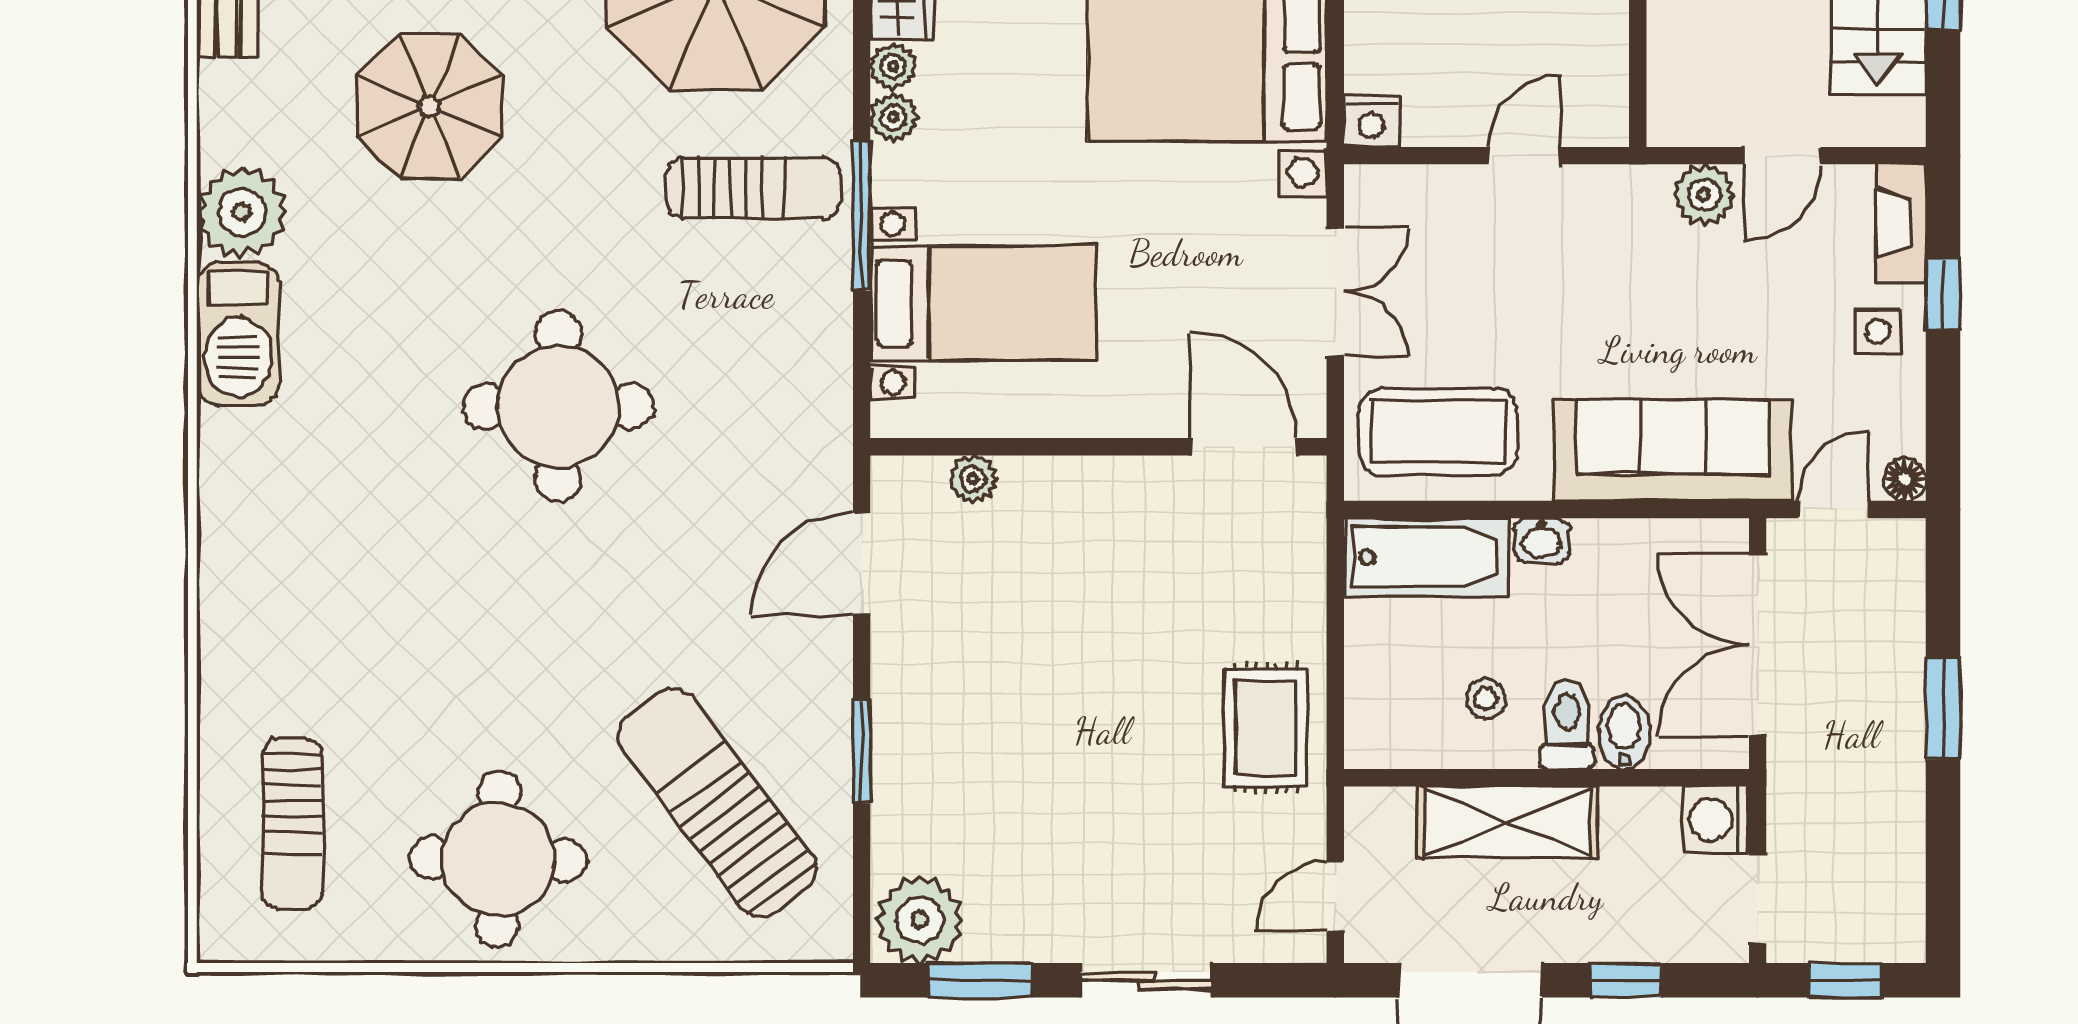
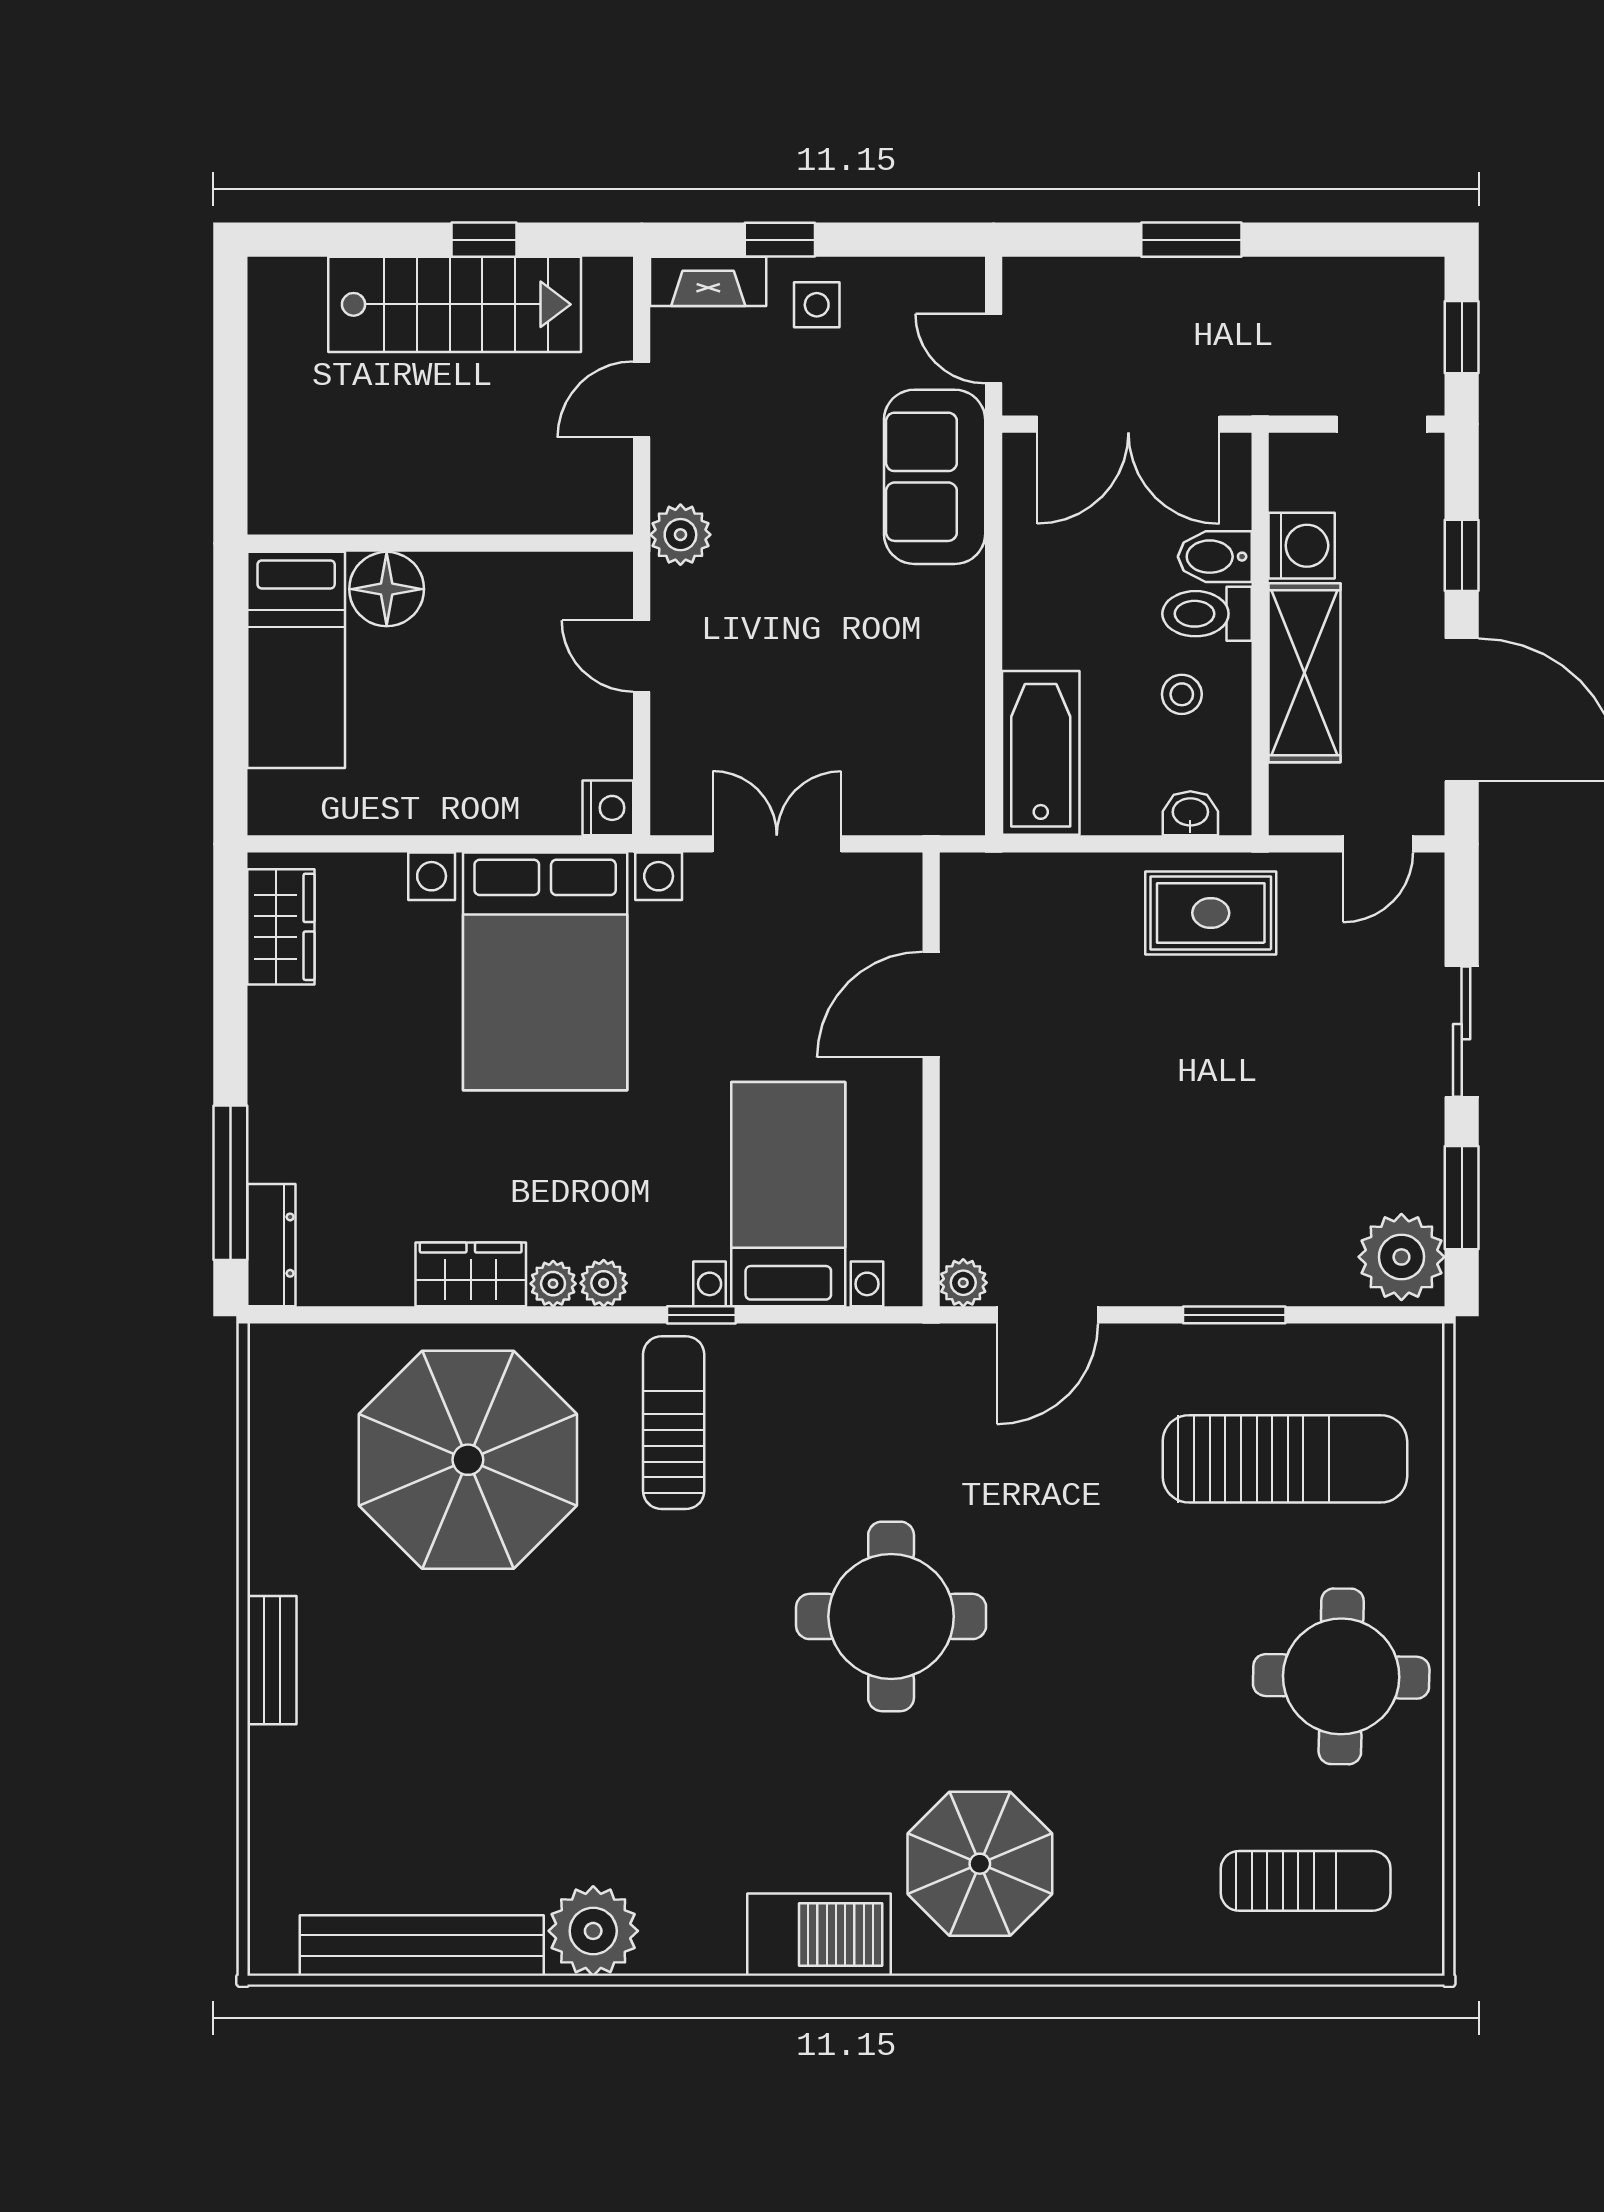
parasol: (430, 106) -> (980, 1864), moved
door: (1782, 156) -> (642, 399), swing flipped
plant: (1704, 195) -> (680, 535), moved
plant: (242, 212) -> (593, 1931), moved
window: (862, 216) -> (701, 1315), width x0.46
coffee table: (1438, 432) -> (916, 742), removed
door: (1243, 447) -> (931, 1005), moved
sofa: (1673, 450) -> (935, 477), width x0.73
plant: (973, 479) -> (963, 1283), moved
floor lamp: (1905, 480) -> (964, 278), removed
washbasin: (1542, 540) -> (1190, 813), moved, turned -90
door: (862, 564) -> (1047, 1315), hinge flipped
sun lounger: (717, 803) -> (1285, 1459), turned -143
washing machine: (1716, 819) -> (1302, 546), moved, turned -90
door: (1335, 896) -> (1378, 844), hinge flipped

